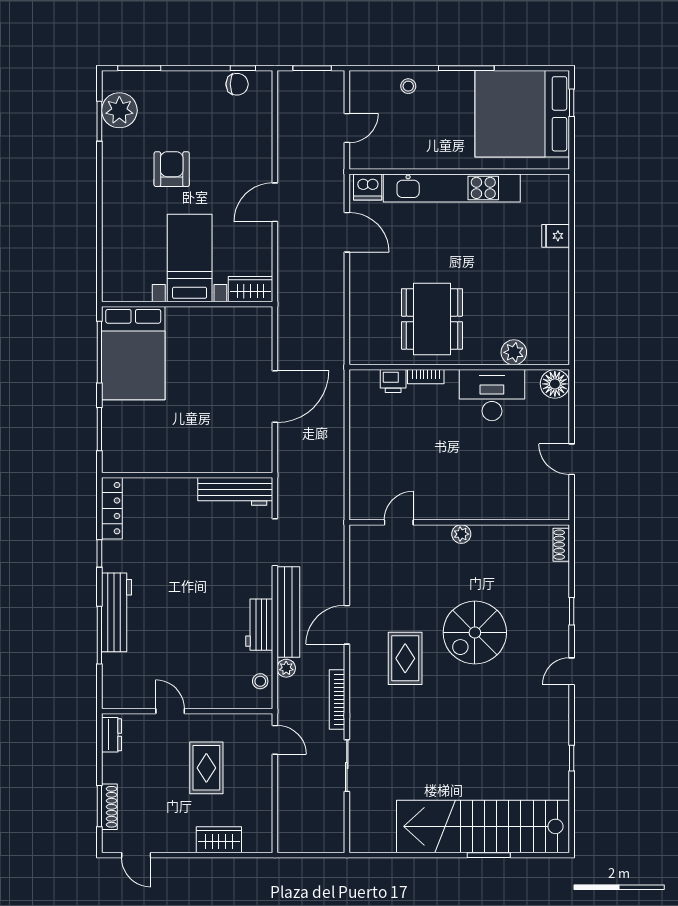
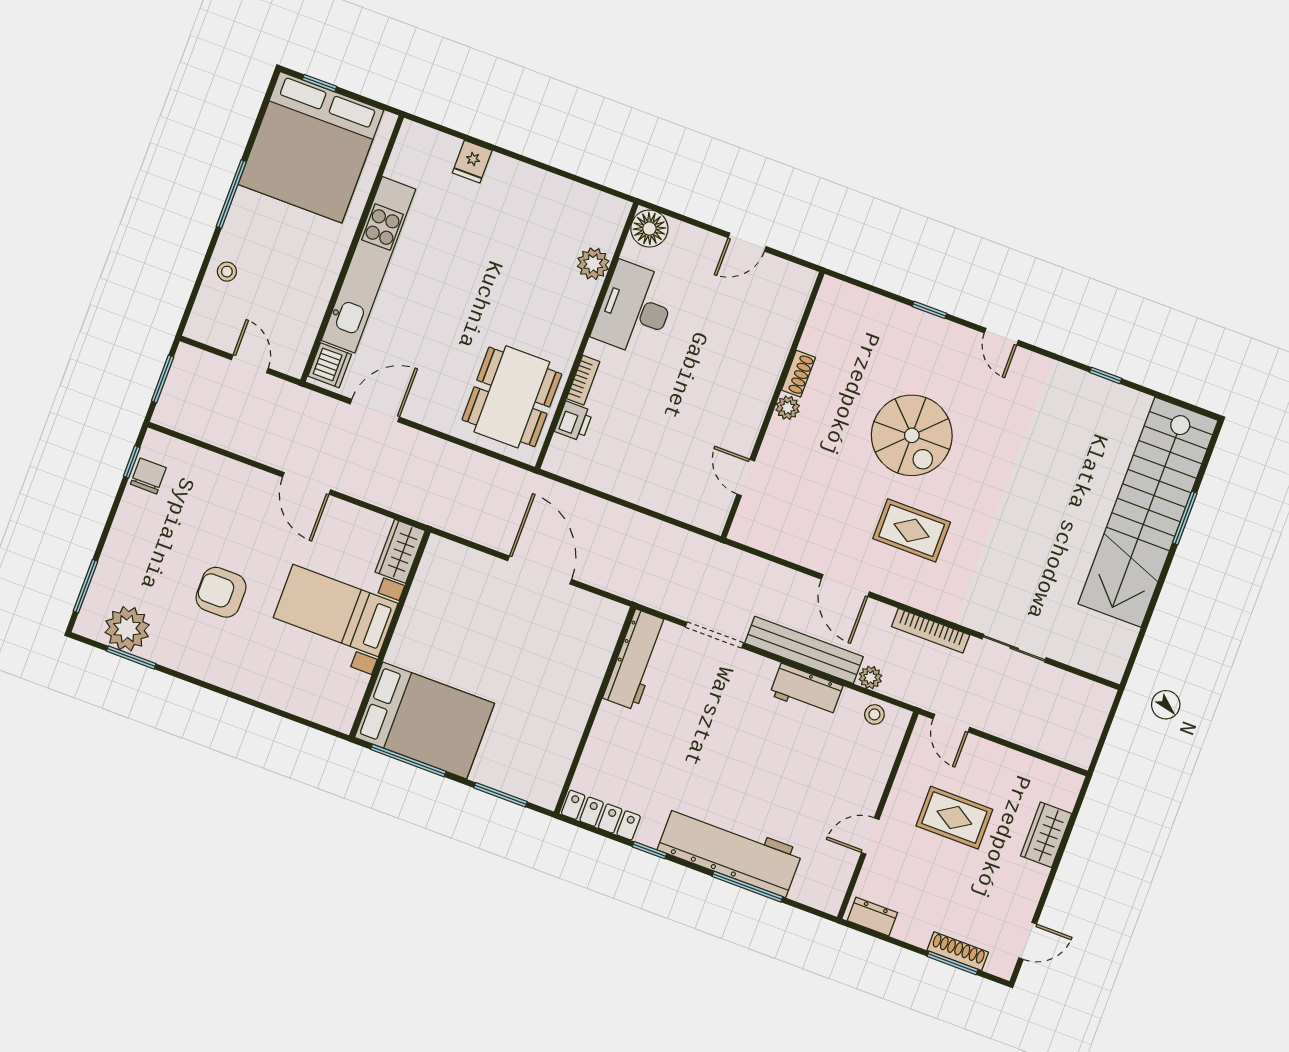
dining table: (432, 319) -> (512, 397), moved, turned 90
shoe rack: (561, 545) -> (798, 374), moved, turned -90
workbench: (117, 612) -> (730, 850), width x1.36, depth x1.32
door: (275, 740) -> (951, 723), swing flipped

